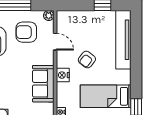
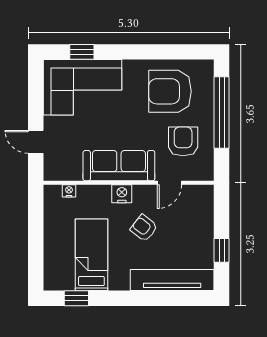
plant: (49, 16) -> (207, 174), removed
sofa: (43, 84) -> (119, 166), width x1.36

